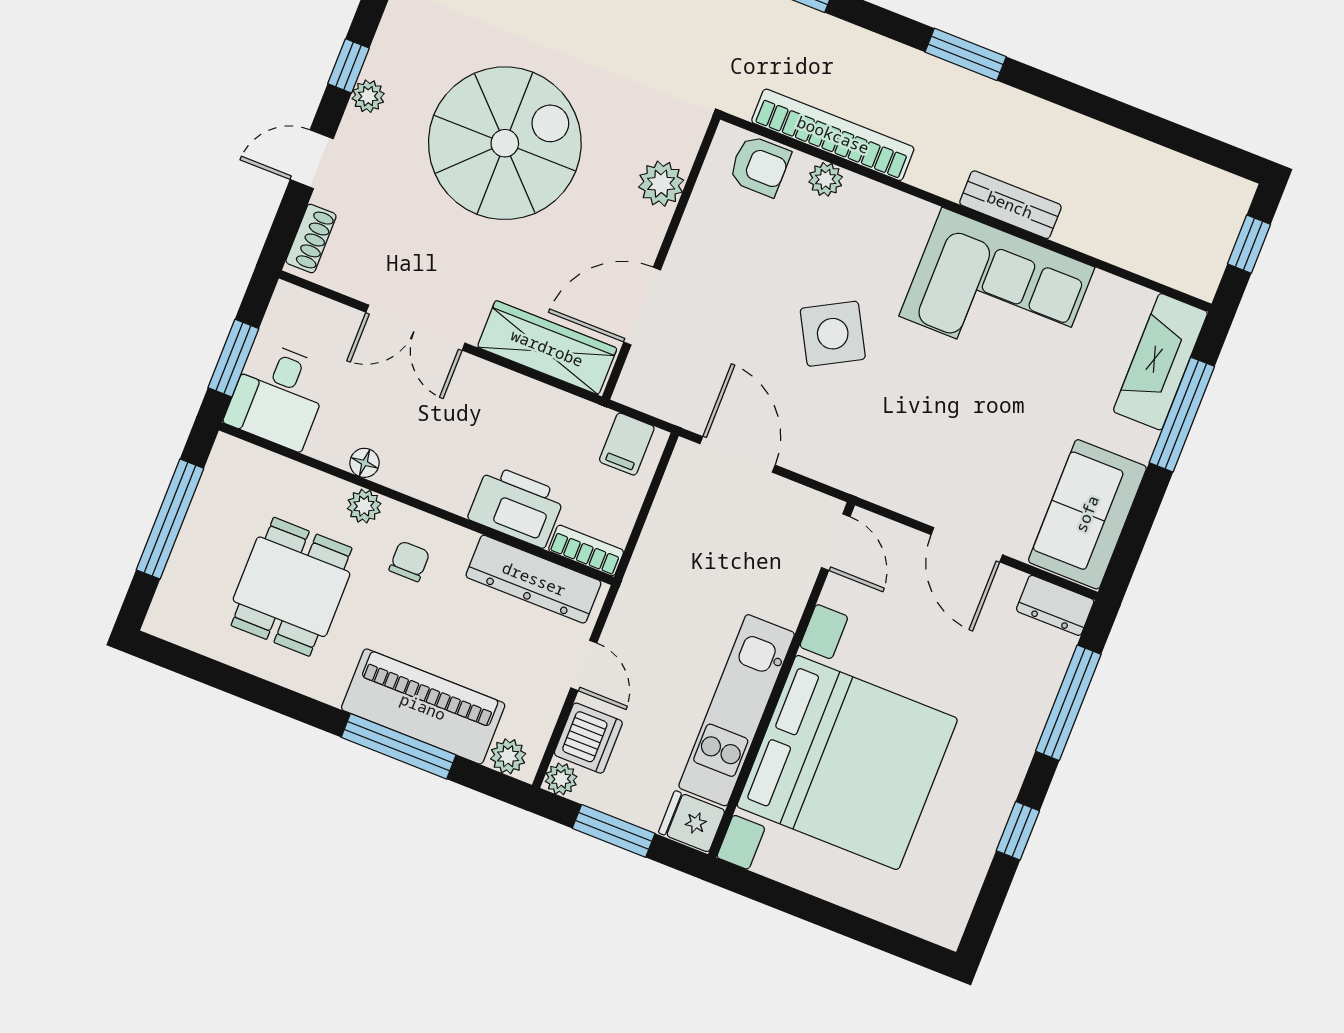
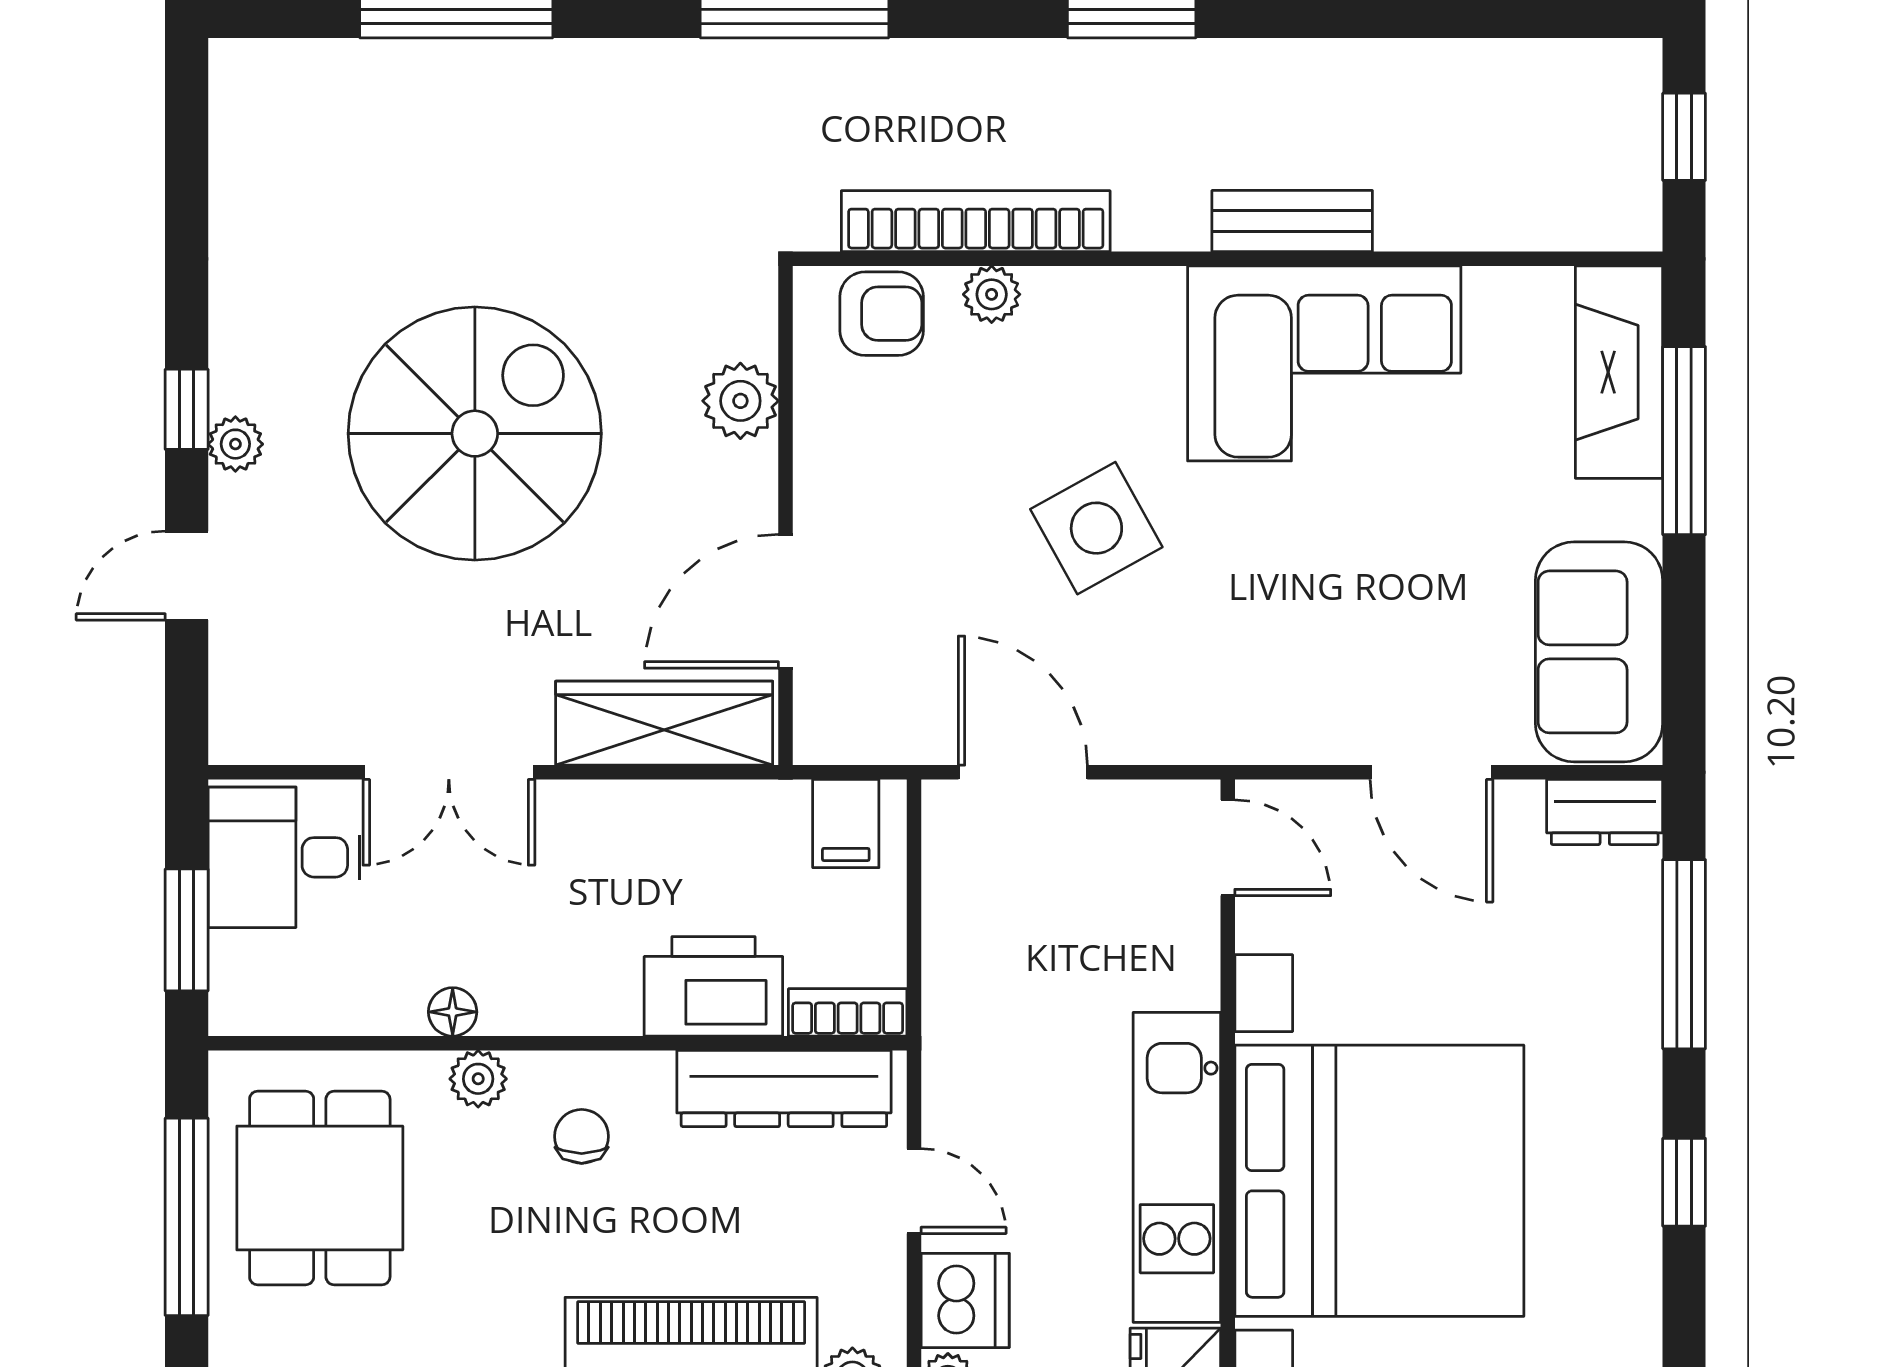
shoe rack: (311, 239) -> (234, 698), removed
desk: (278, 395) -> (284, 857), moved, turned 90
dining table: (292, 587) -> (320, 1188), moved

